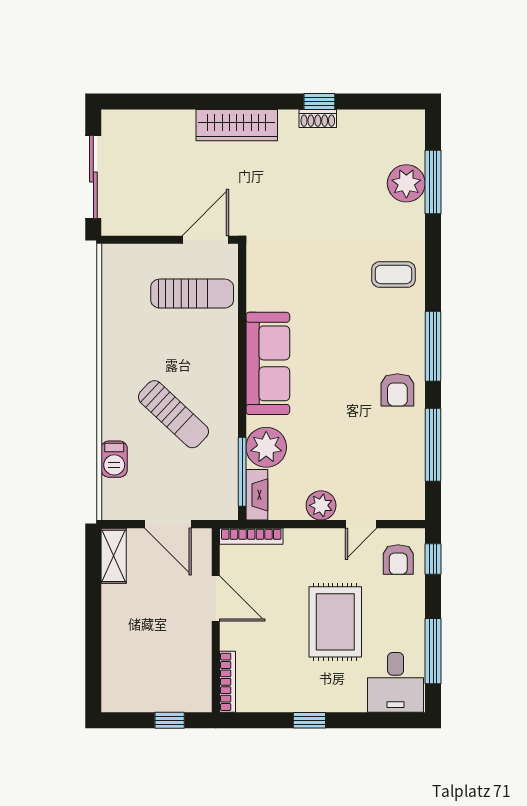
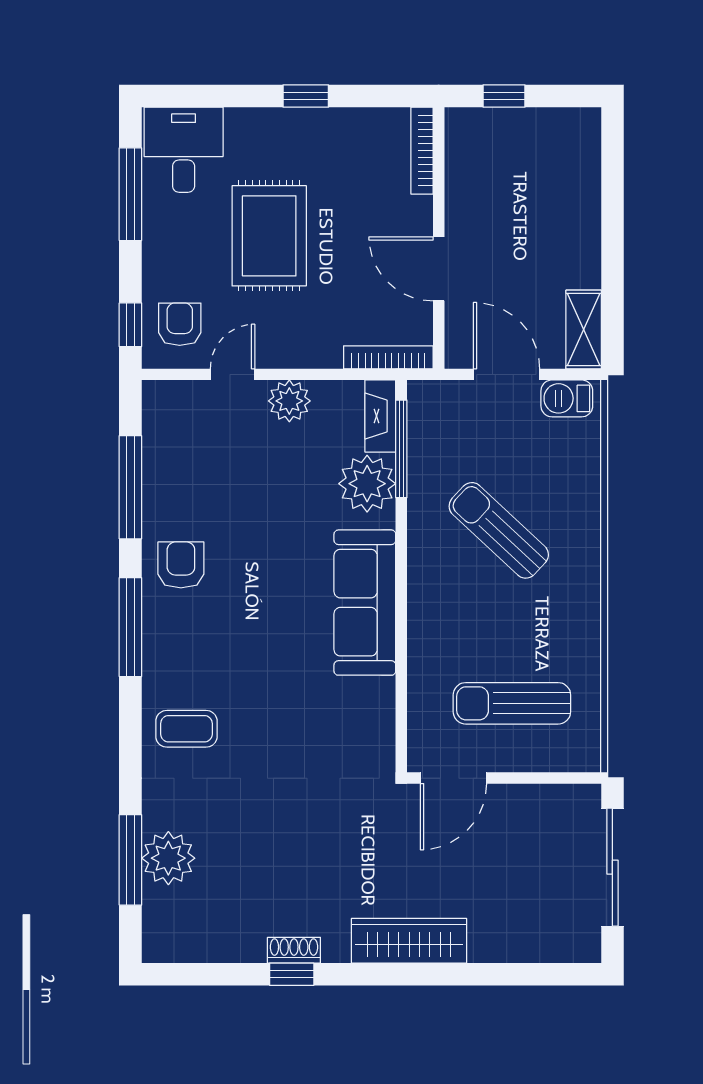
sun lounger: (192, 294) -> (512, 703), moved
barbecue: (114, 459) -> (567, 398), moved, turned -90

